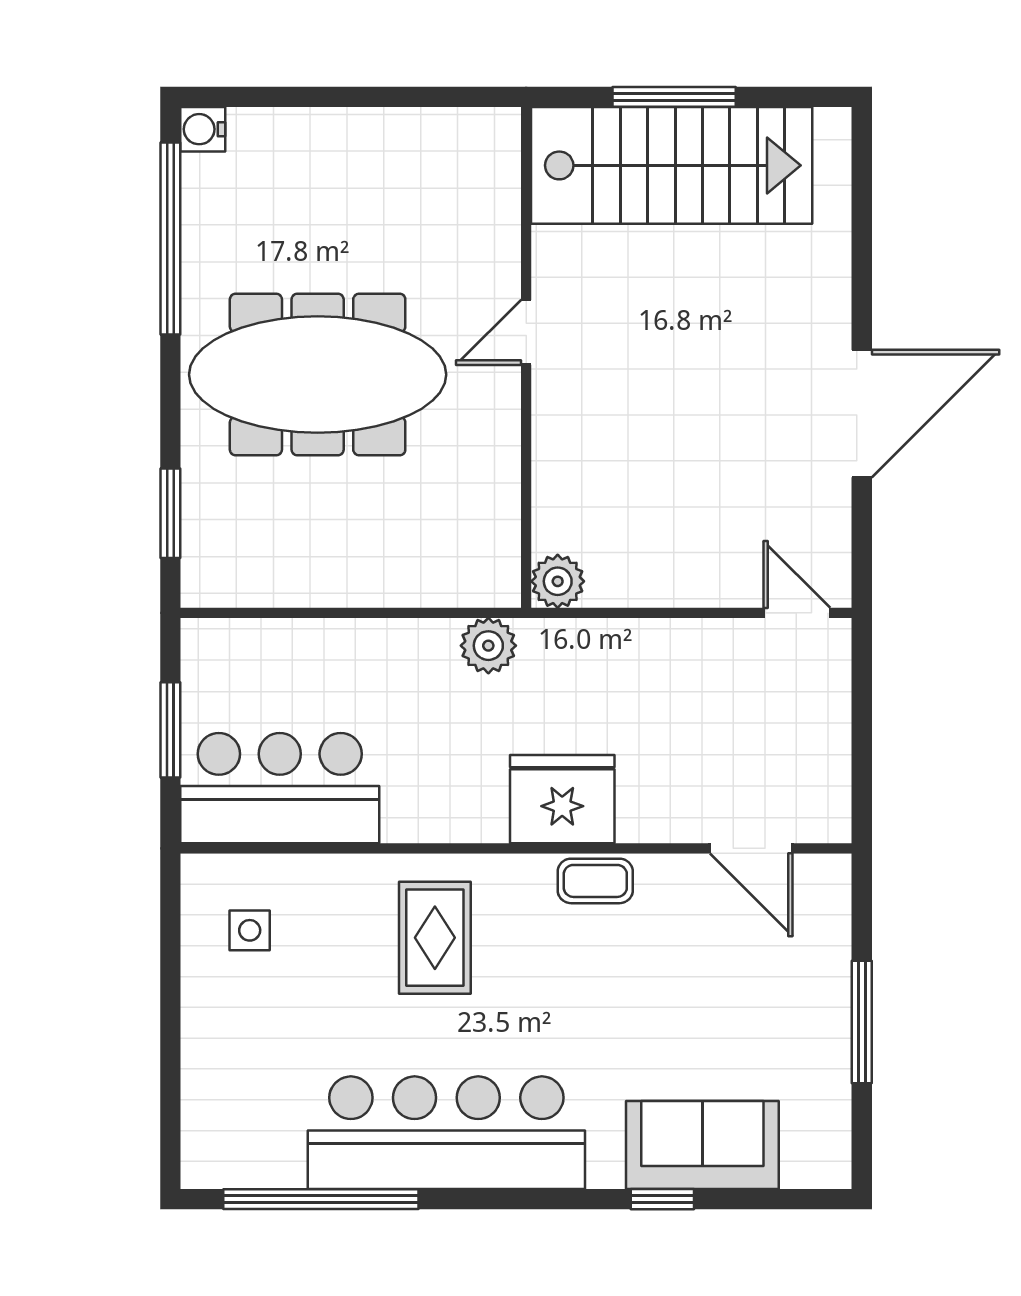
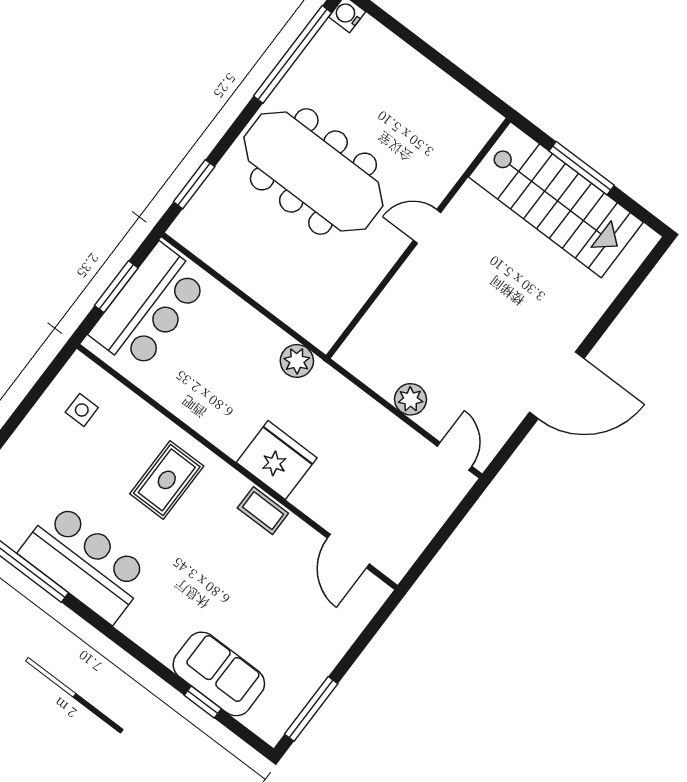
plant: (558, 581) -> (411, 399), moved
bar counter: (280, 788) -> (149, 307), moved, turned 90
window: (862, 1022) -> (311, 709), moved
bar counter: (446, 1133) -> (85, 563), width x0.73
window: (662, 1199) -> (203, 702), moved

